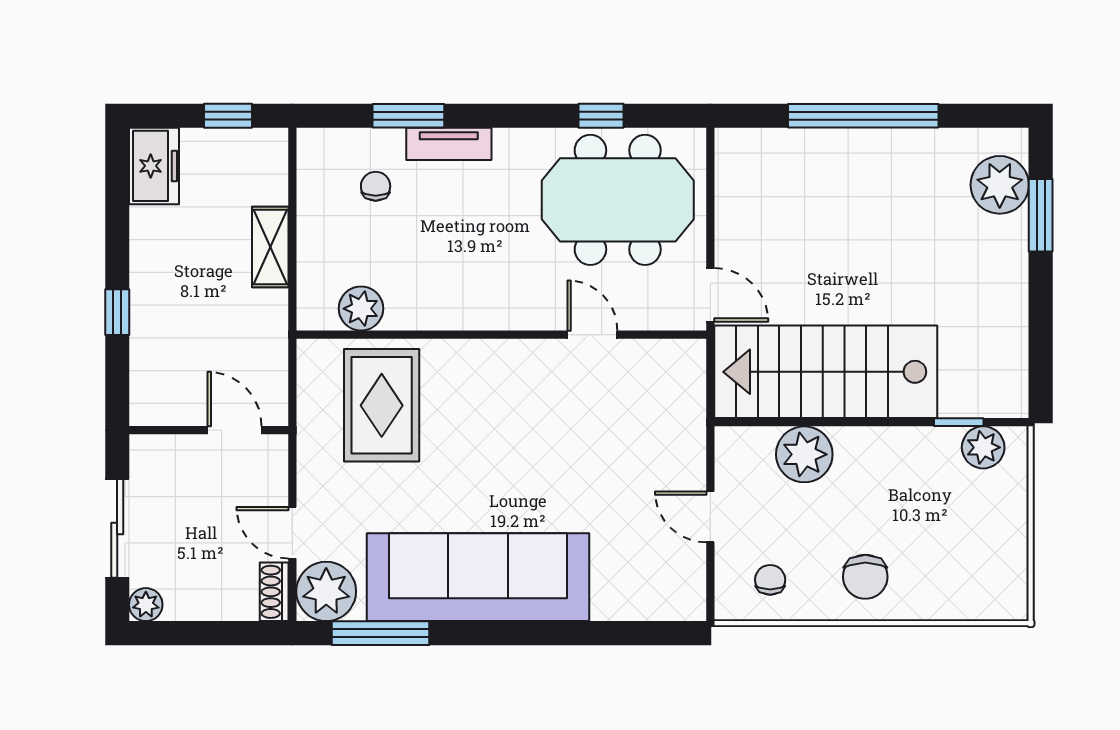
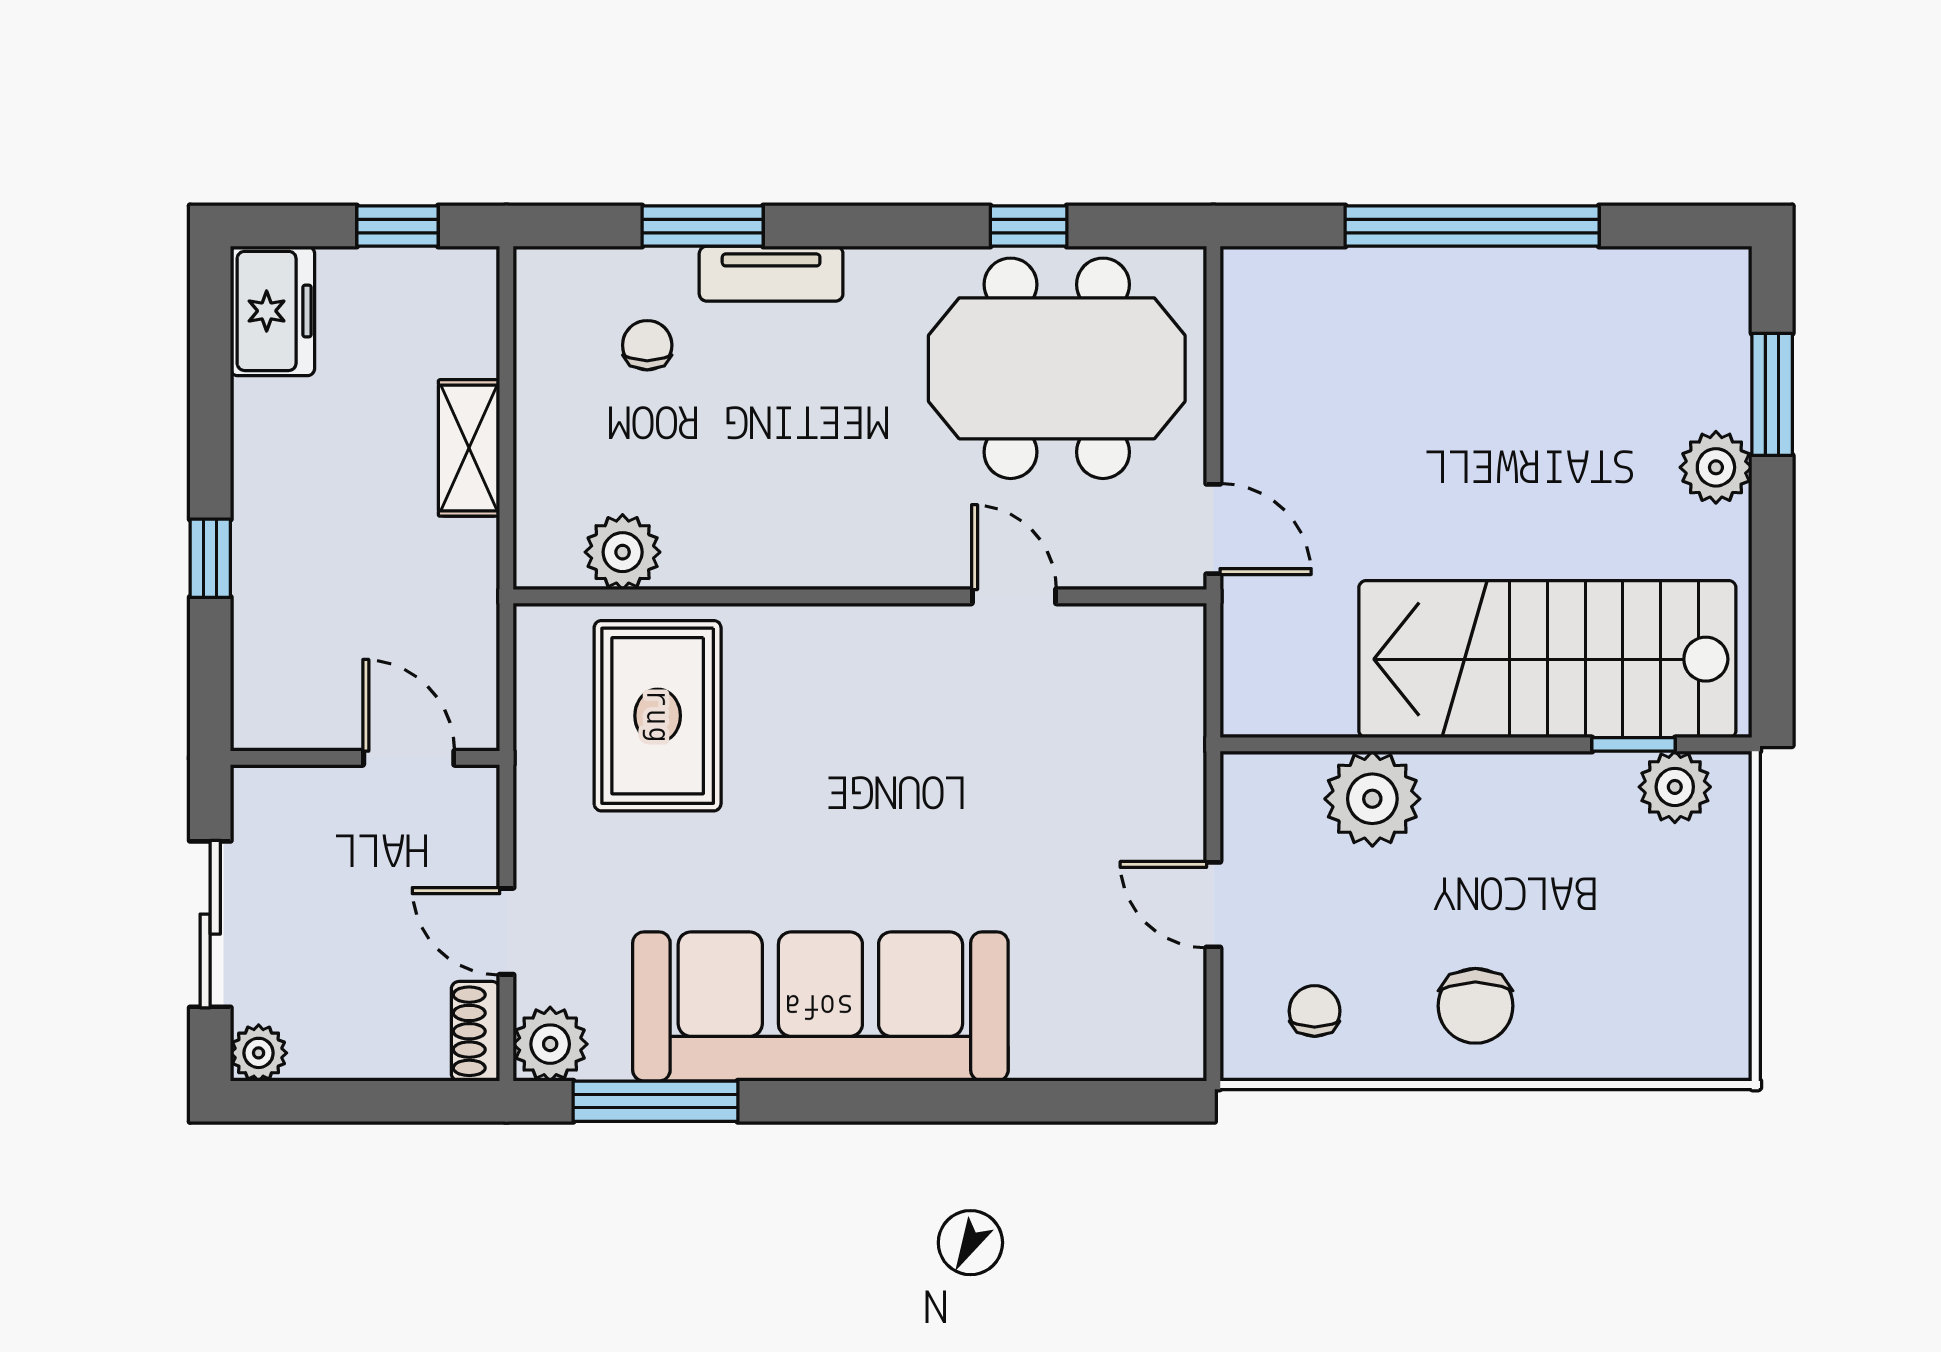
plant: (1000, 185) -> (1716, 467), moved, width x0.73, depth x0.73
stairs: (826, 372) -> (1547, 659), moved
plant: (326, 591) -> (550, 1044), width x0.73, depth x0.73

